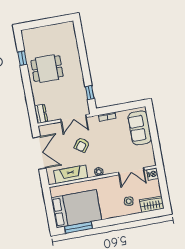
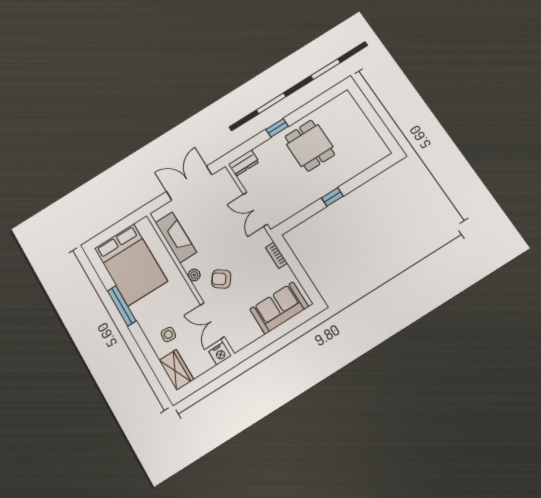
window: (22, 58) -> (277, 128), moved
window: (90, 93) -> (332, 197), moved
armchair: (82, 145) -> (221, 279), moved
double door: (39, 153) -> (189, 183), swing flipped
window: (78, 227) -> (122, 306), moved

